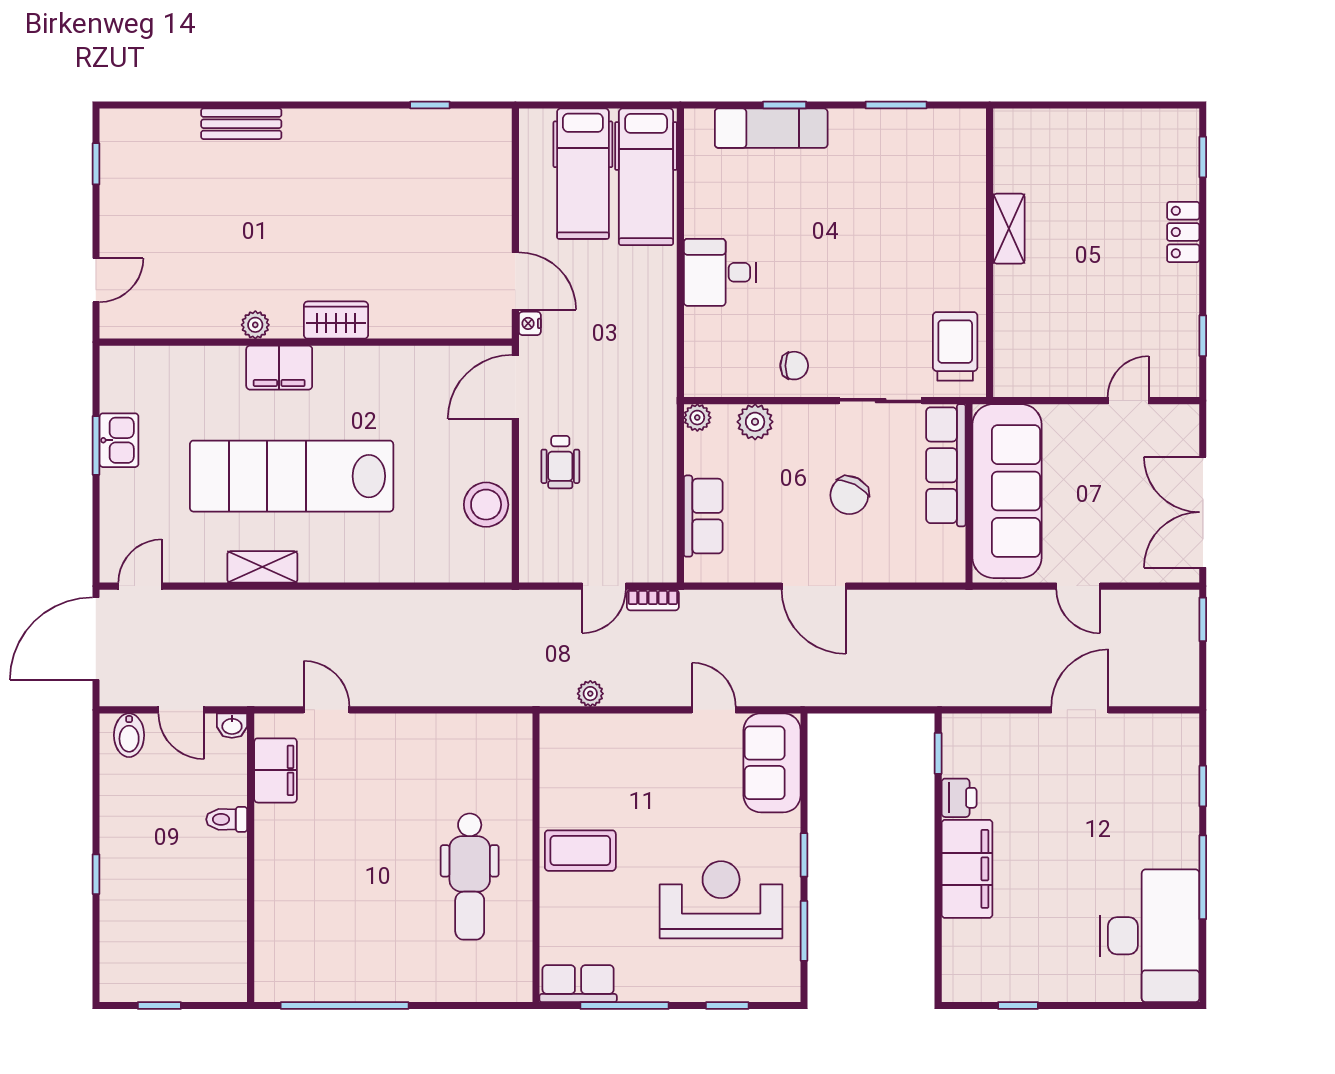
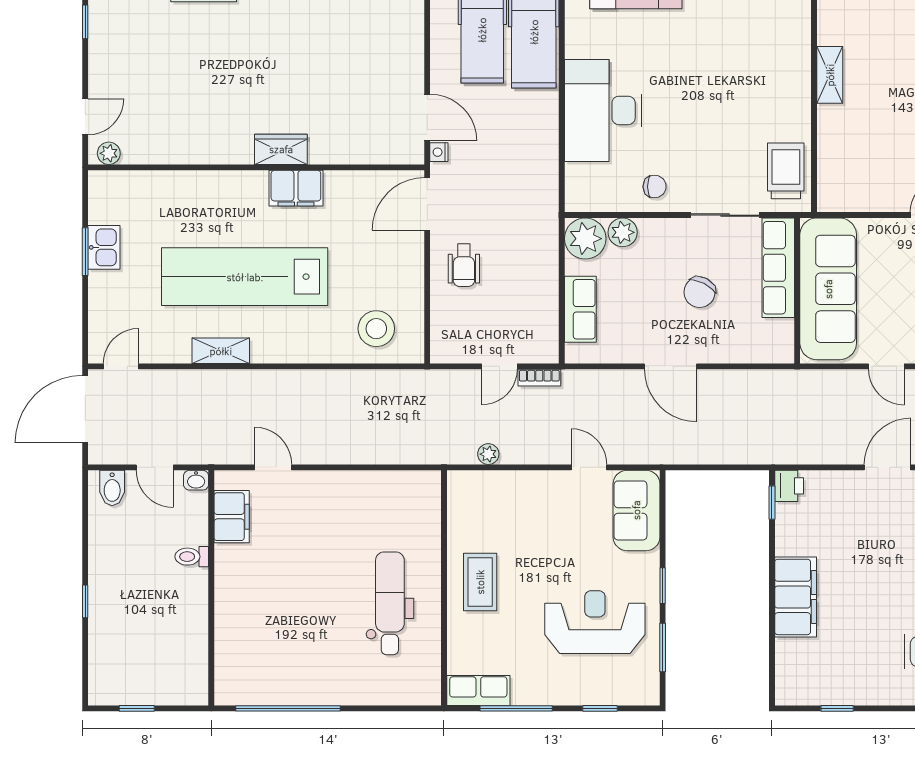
desk: (720, 272) -> (603, 110), width x1.87, depth x1.30
plant: (255, 325) -> (109, 153), moved
filing cabinet: (279, 368) -> (296, 188), moved
plant: (697, 418) -> (585, 239), width x1.87, depth x1.87
stool: (486, 505) -> (376, 329), moved
printer: (959, 798) -> (789, 486), moved
coffee table: (580, 851) -> (480, 582), turned 90
dental chair: (470, 877) -> (390, 603), turned 180

